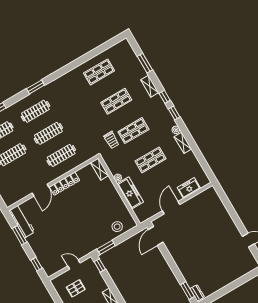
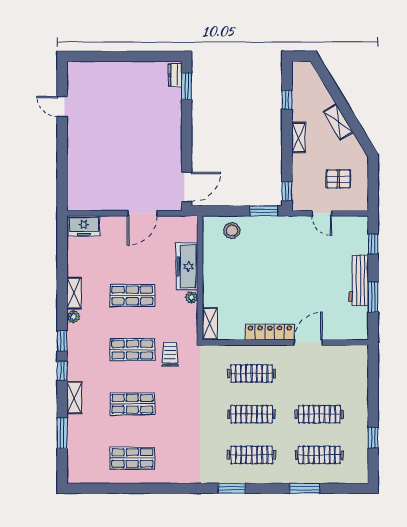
freezer: (189, 188) -> (84, 226), moved
workbench: (22, 221) -> (359, 280), moved

